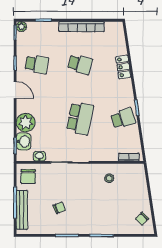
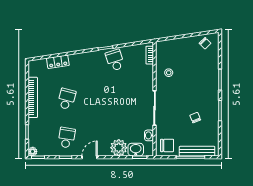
locker: (123, 67) -> (58, 62), moved
school desk: (80, 118) -> (115, 99), removed

